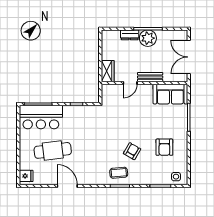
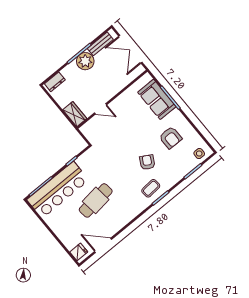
dresser: (130, 35) -> (55, 82), moved
bench: (150, 77) -> (100, 44), moved
door: (130, 83) -> (101, 109), hinge flipped
sofa: (170, 94) -> (157, 99), moved, turned 90
bar counter: (41, 117) -> (58, 190), width x1.36
cafe table: (53, 150) -> (96, 200), moved
door: (67, 186) -> (103, 245), moved

